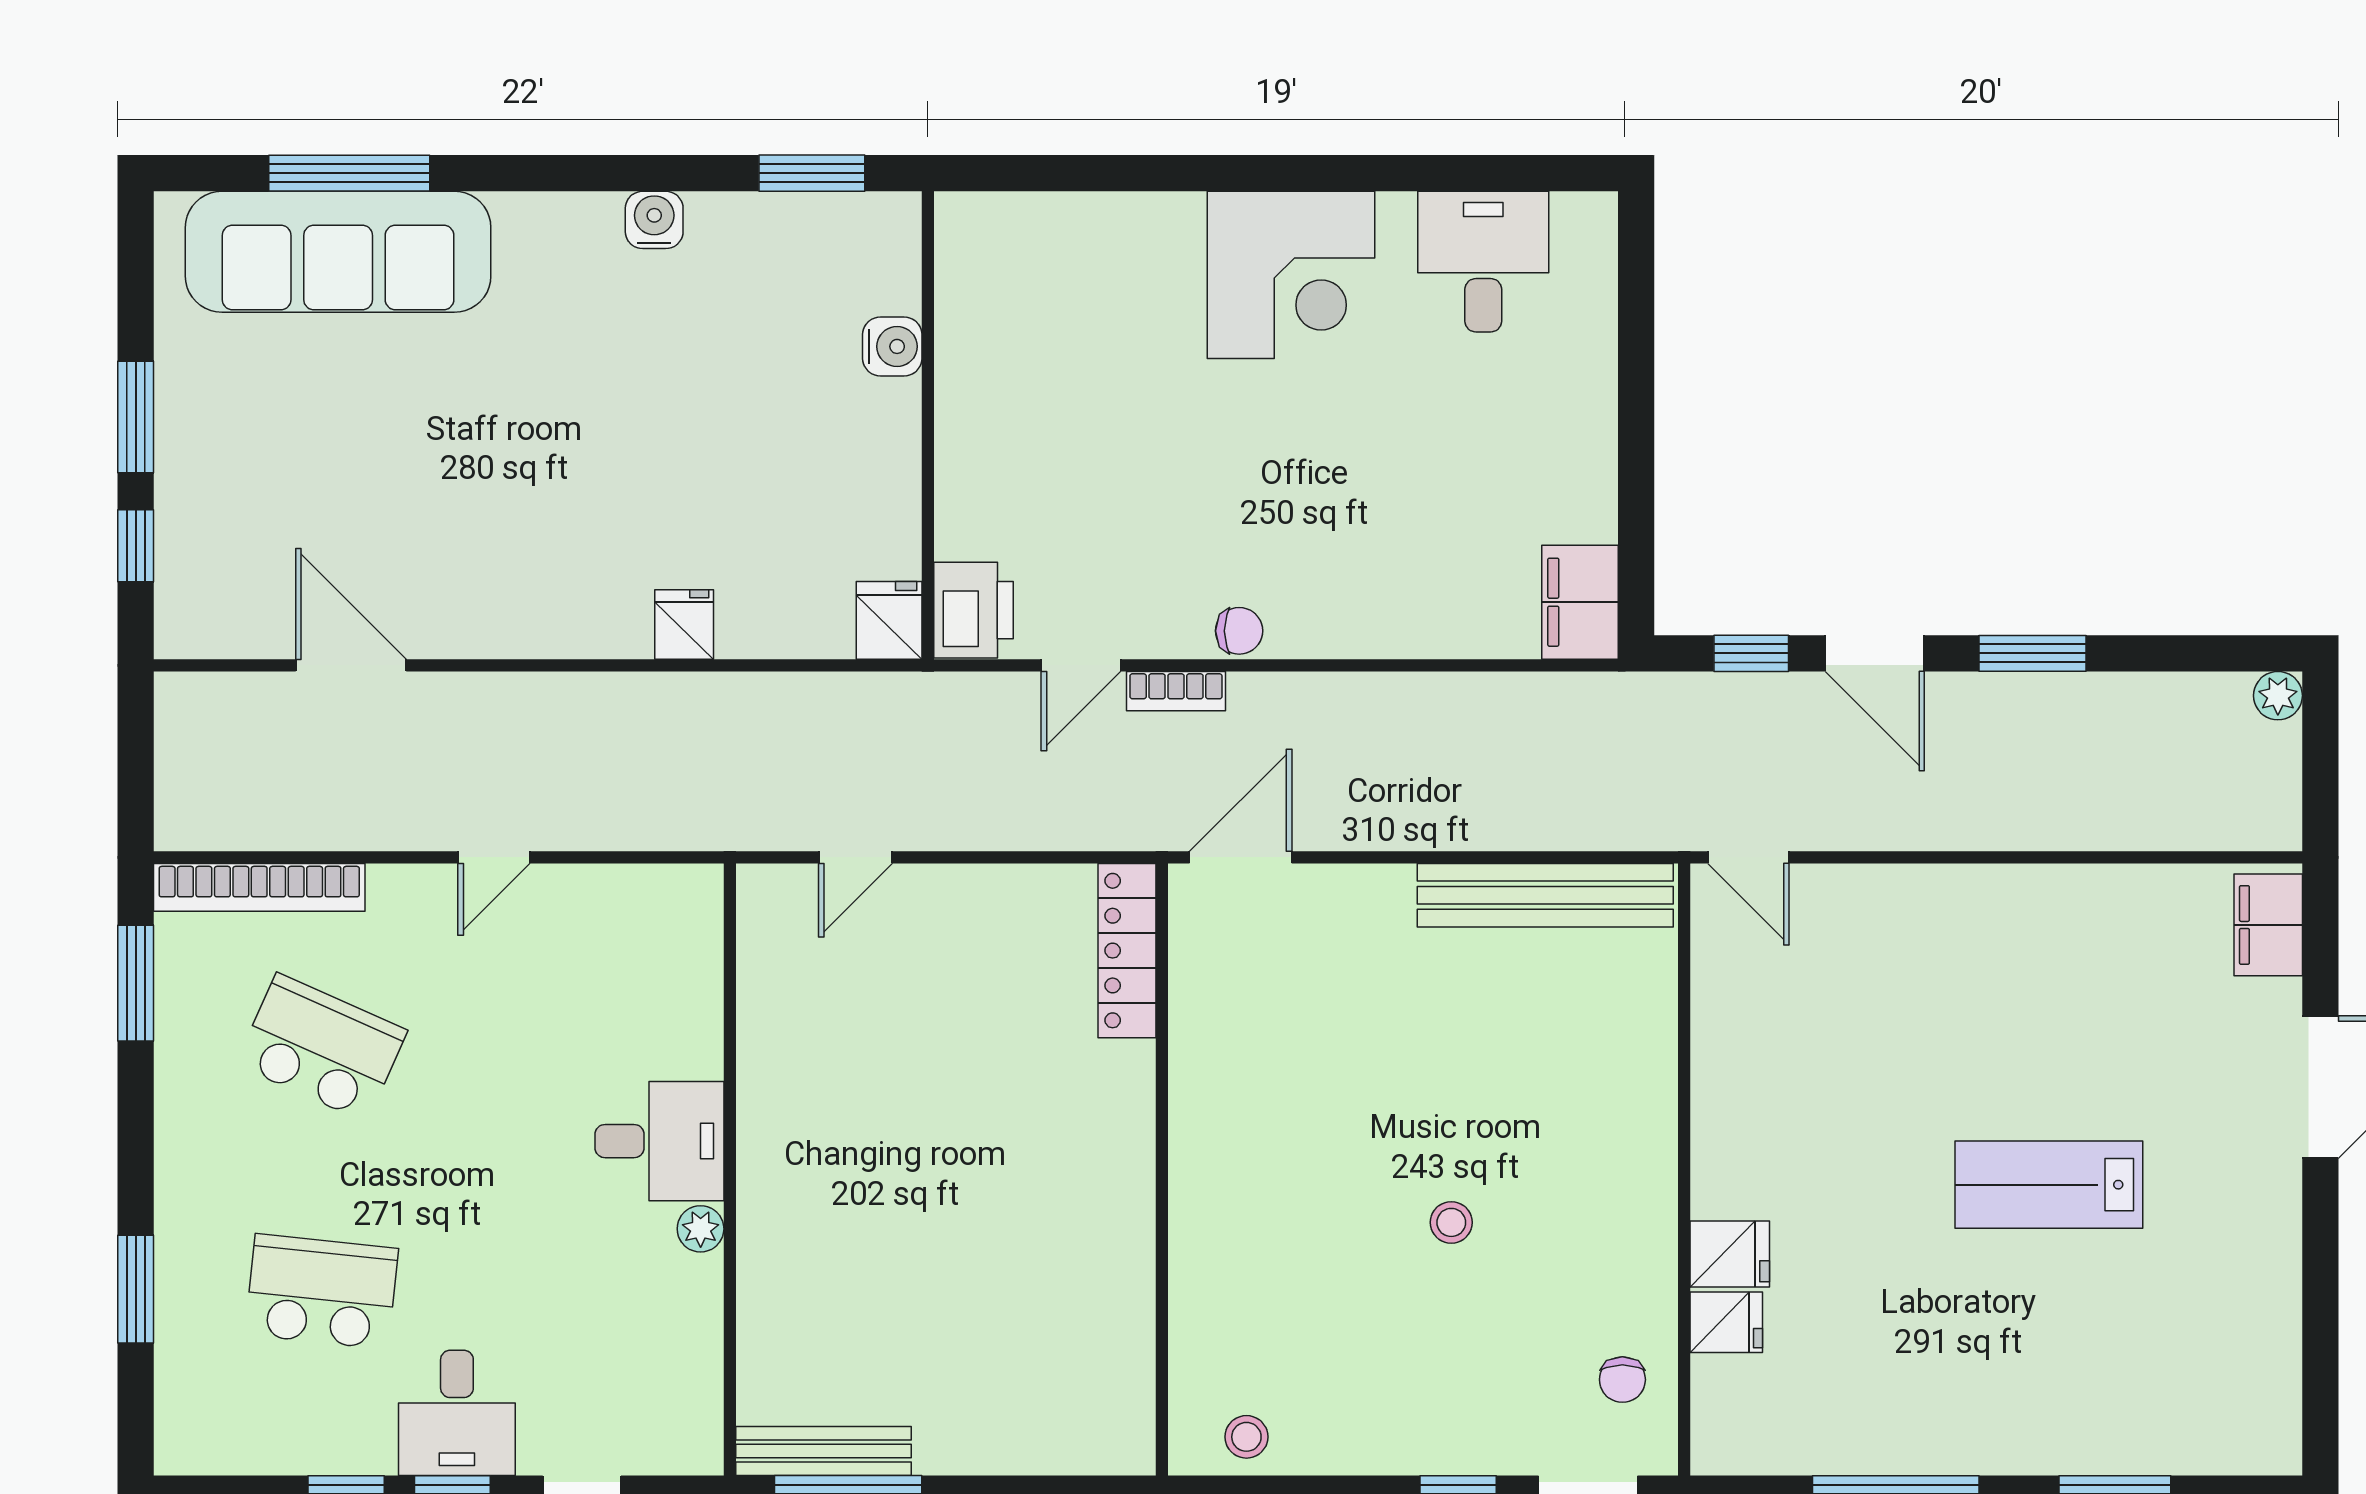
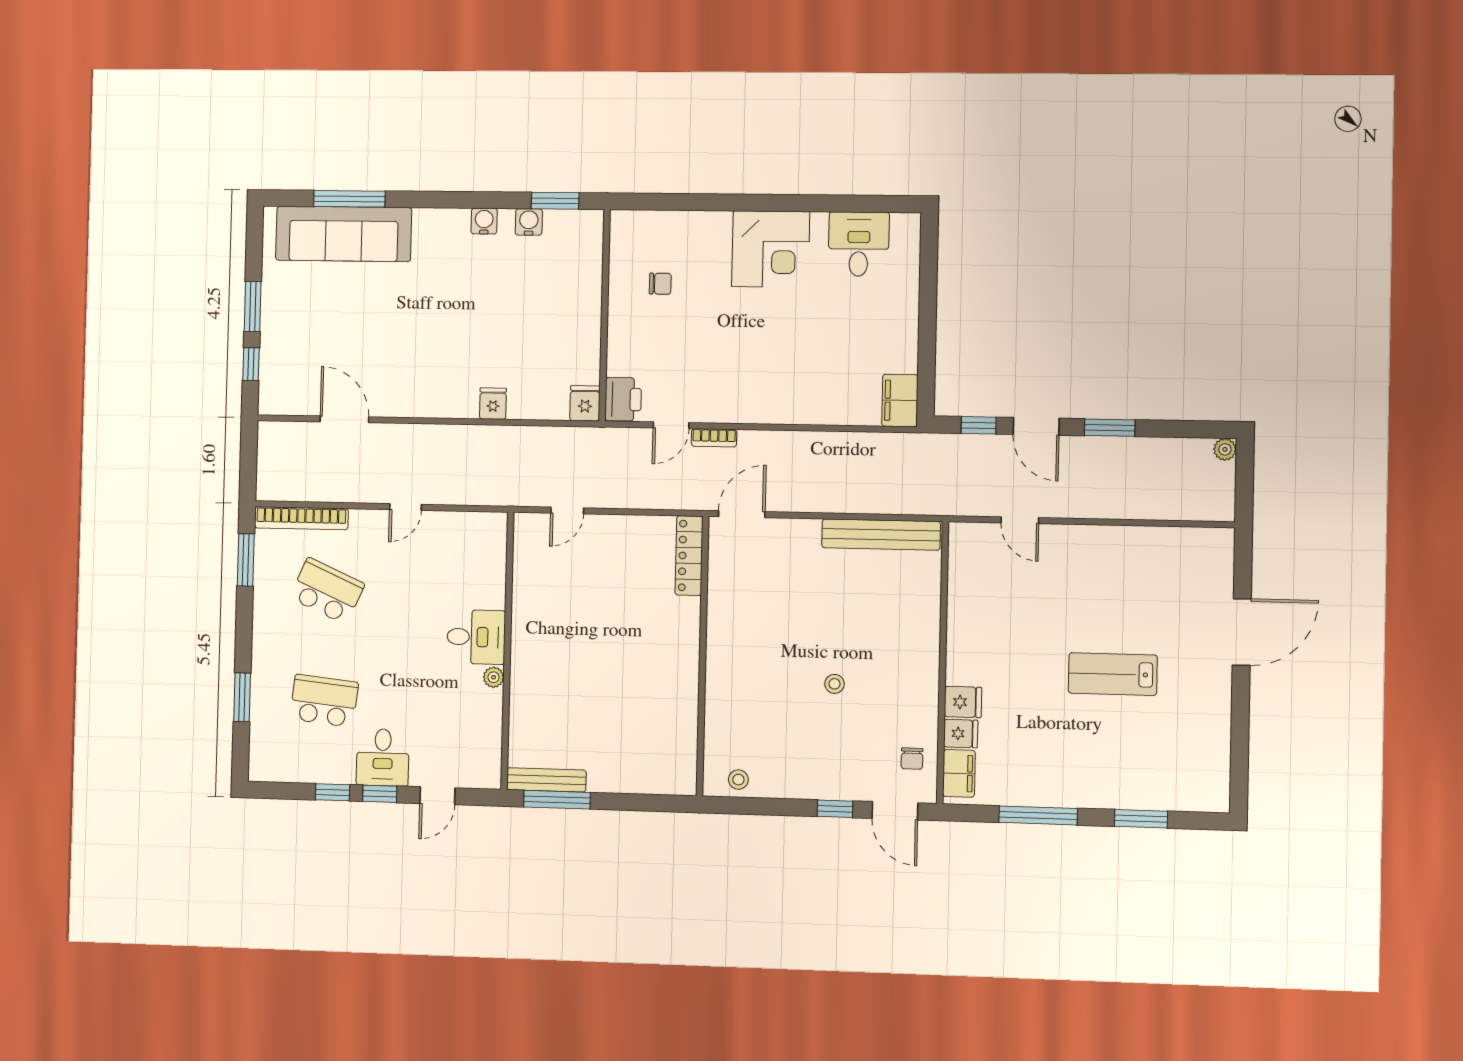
water cooler: (892, 346) -> (529, 222), moved, turned -90
chair: (1239, 631) -> (660, 284), moved
door: (1748, 857) -> (1020, 520), moved
filing cabinet: (2268, 925) -> (959, 773), moved, turned 180

